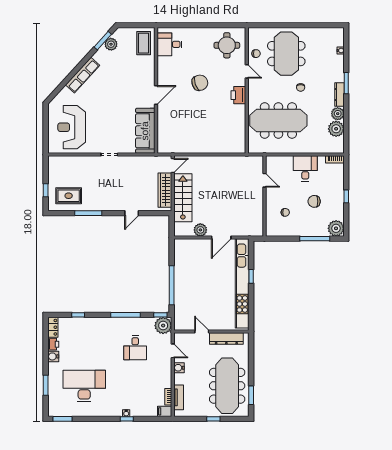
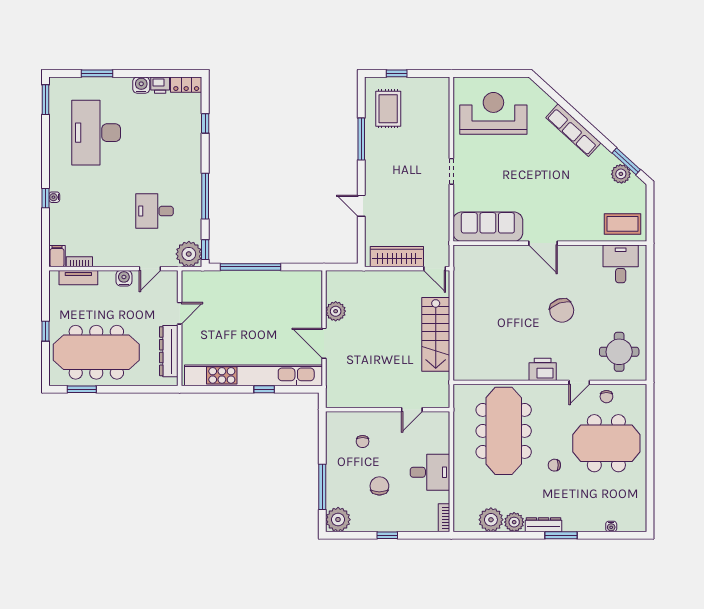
stairs: (183, 198) -> (436, 334), moved, turned 90
desk: (84, 386) -> (96, 133), turned 180

